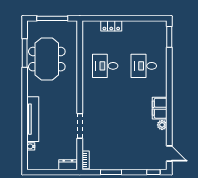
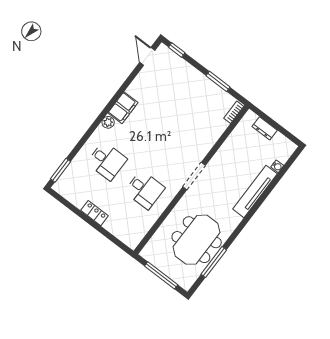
locker: (111, 26) -> (94, 213), moved
plant: (162, 125) -> (108, 122), moved
doorway: (80, 126) -> (194, 176), moved
dresser: (68, 165) -> (265, 128), moved

